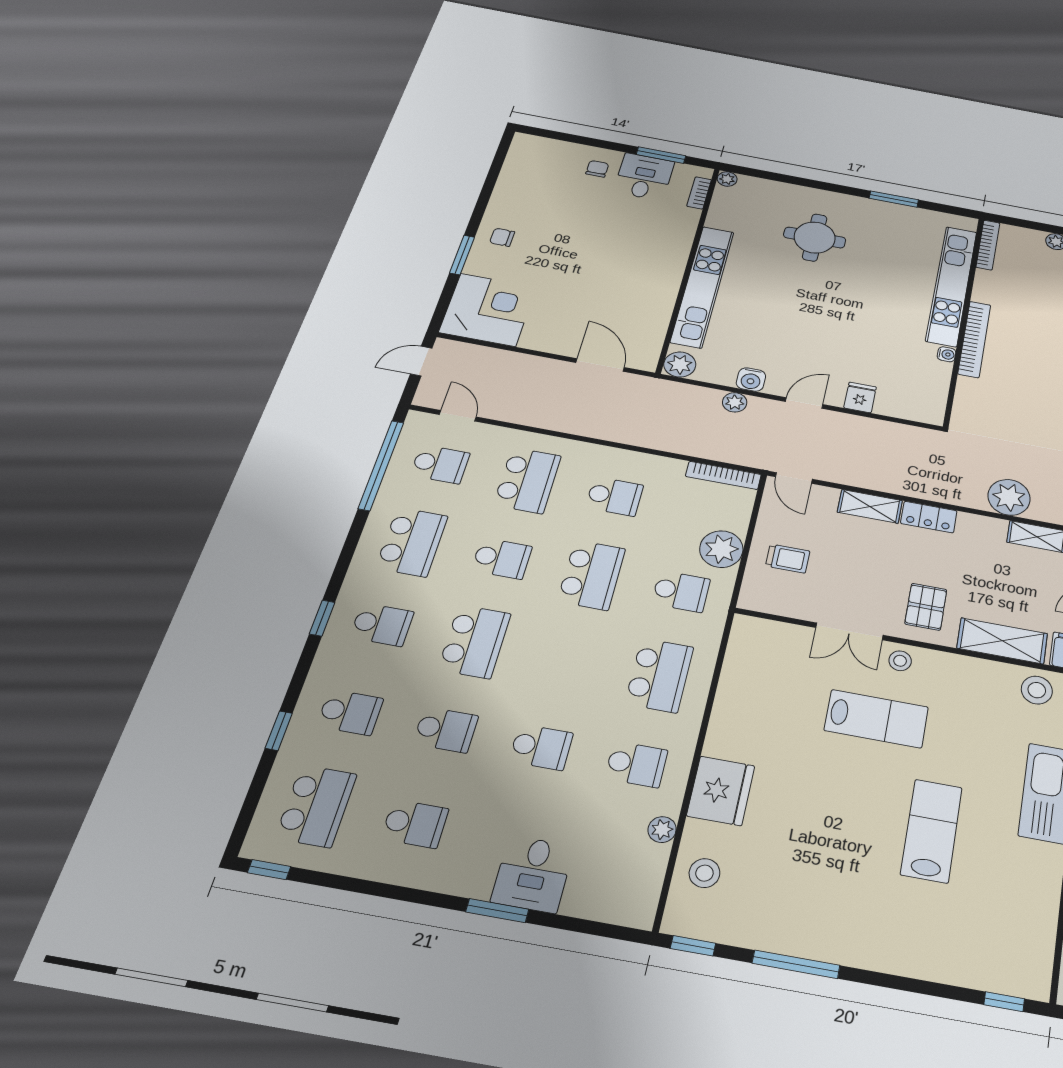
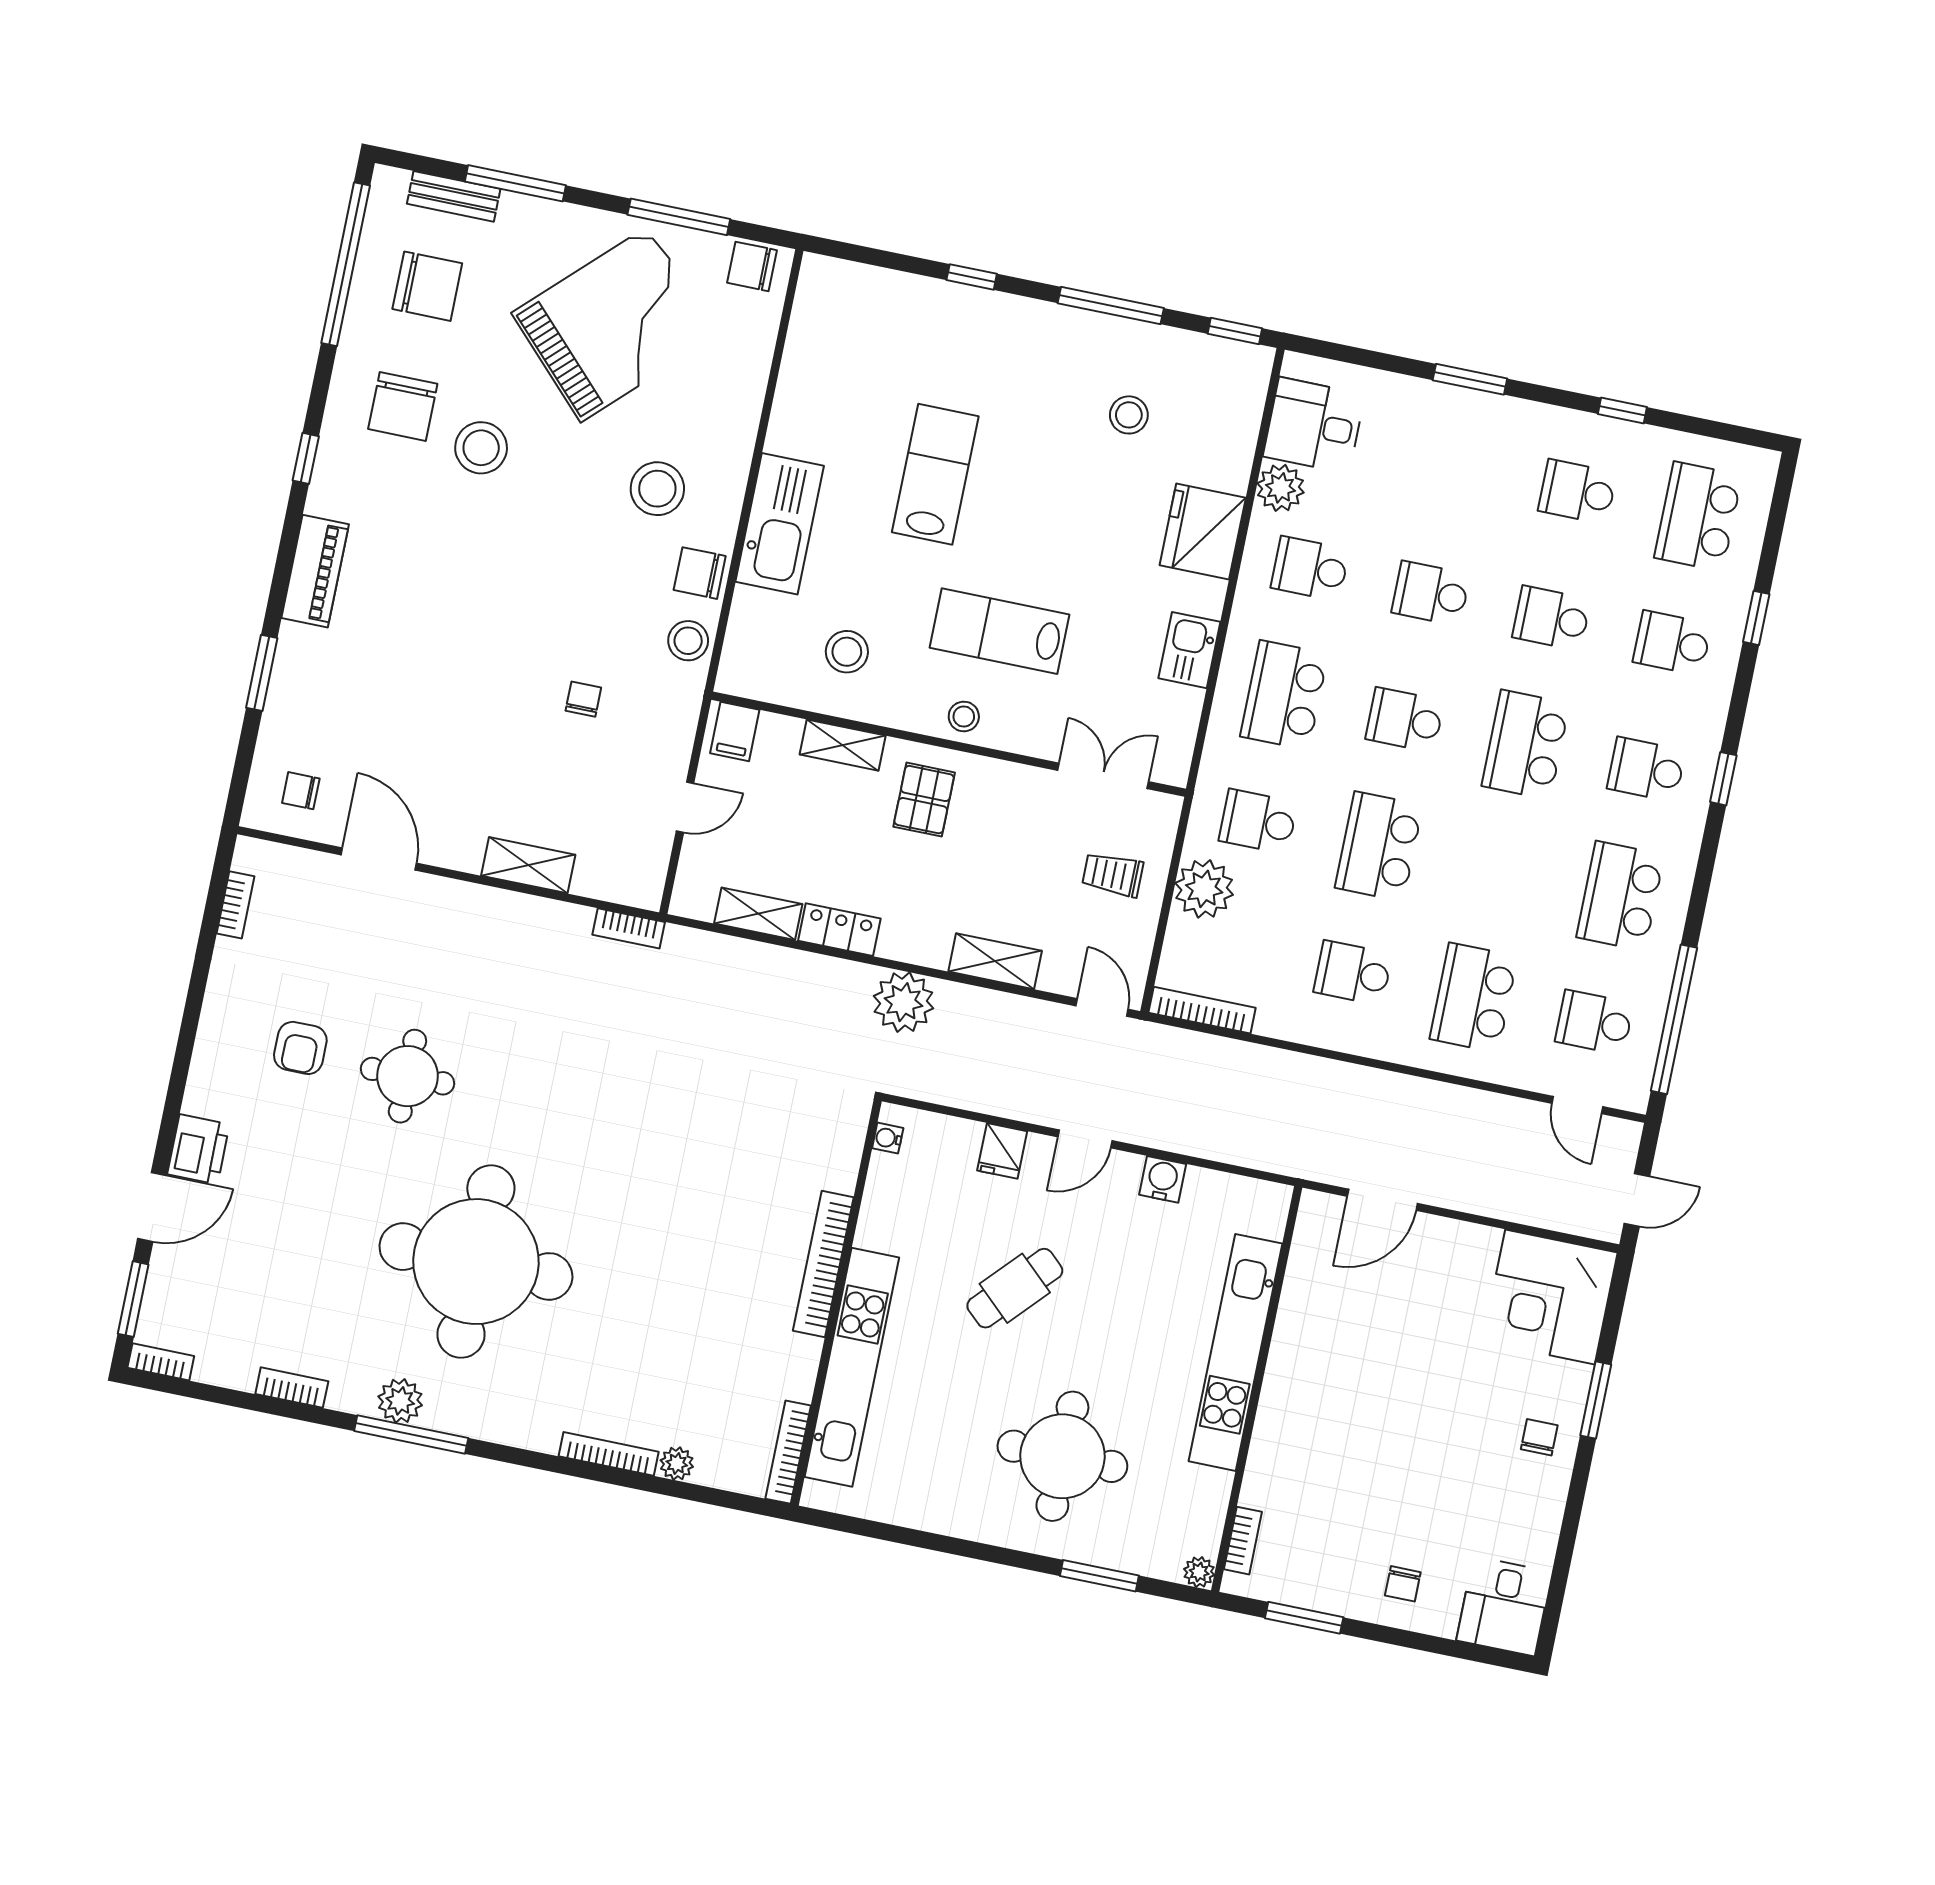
desk: (644, 177) -> (1504, 1606), moved
window: (894, 199) -> (1099, 1576), moved
chair: (502, 237) -> (1539, 1437), turned -90
round table: (815, 237) -> (1062, 1456), width x1.36, depth x1.36
cafe table: (849, 323) -> (1015, 1288), added
water cooler: (947, 354) -> (888, 1138), moved
plant: (680, 364) -> (1267, 1204), removed
door: (600, 365) -> (1382, 1200), hinge flipped
plant: (735, 402) -> (1186, 1137), removed
plant: (1009, 497) -> (903, 1002), moved
locker: (929, 517) -> (839, 930), moved
school desk: (502, 558) -> (1405, 720), moved
double door: (849, 631) -> (1103, 776), moved
shelving: (1002, 641) -> (843, 745), width x0.67, depth x0.75
stool: (1037, 690) -> (847, 652), moved
kitchen sink: (732, 706) -> (1189, 650), added
plant: (662, 830) -> (1281, 488), width x1.38, depth x1.38
lab bench: (931, 831) -> (935, 474), turned 180
window: (269, 870) -> (1622, 411), moved
stool: (704, 873) -> (1129, 415), moved
desk: (533, 874) -> (1314, 425), moved, turned -90
window: (1004, 1002) -> (972, 277), moved

